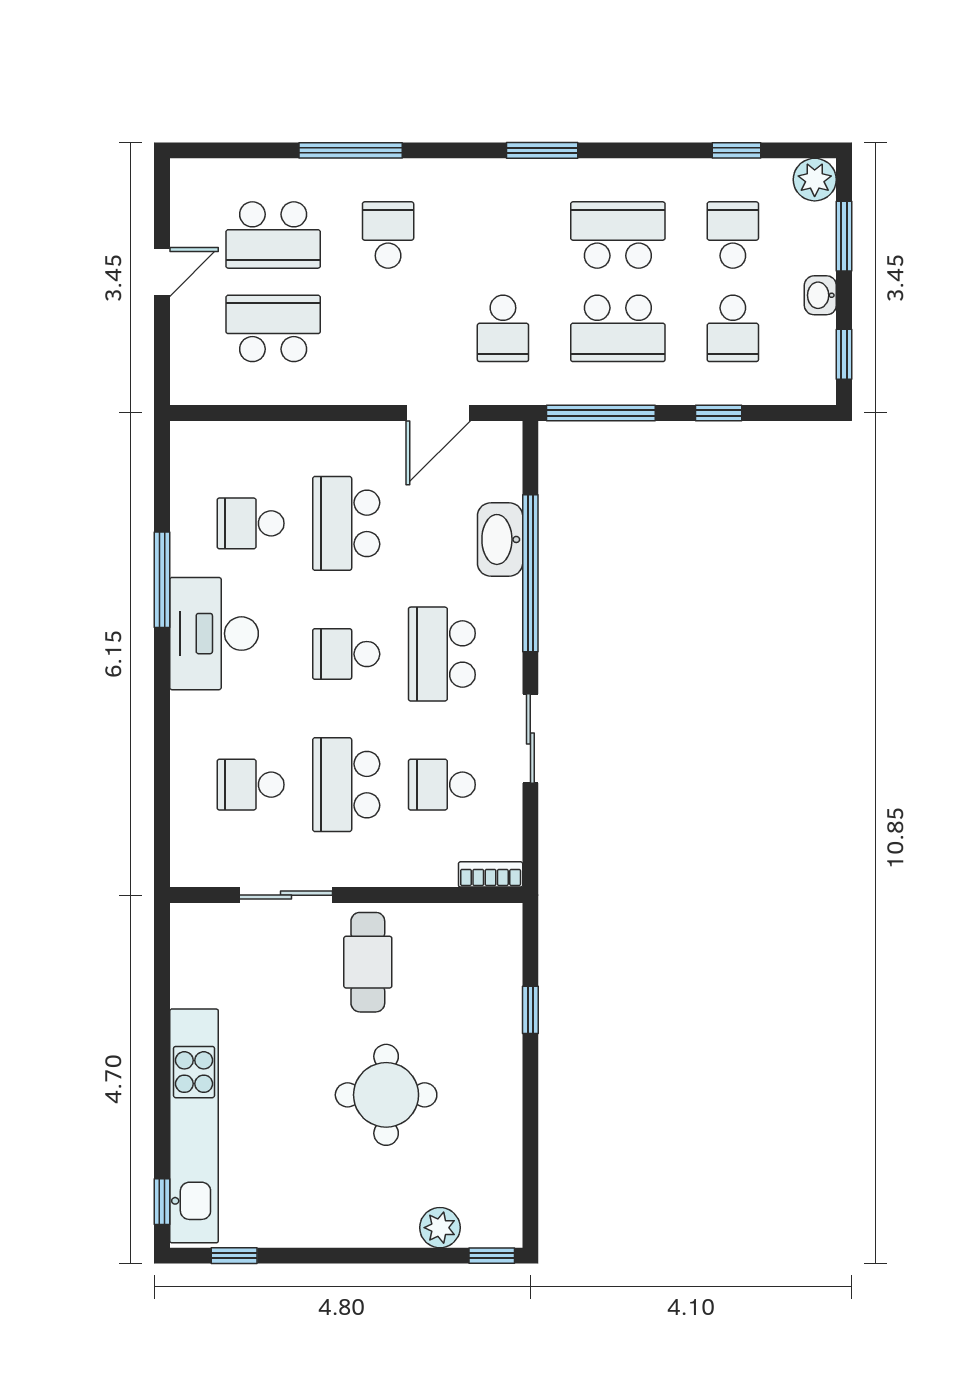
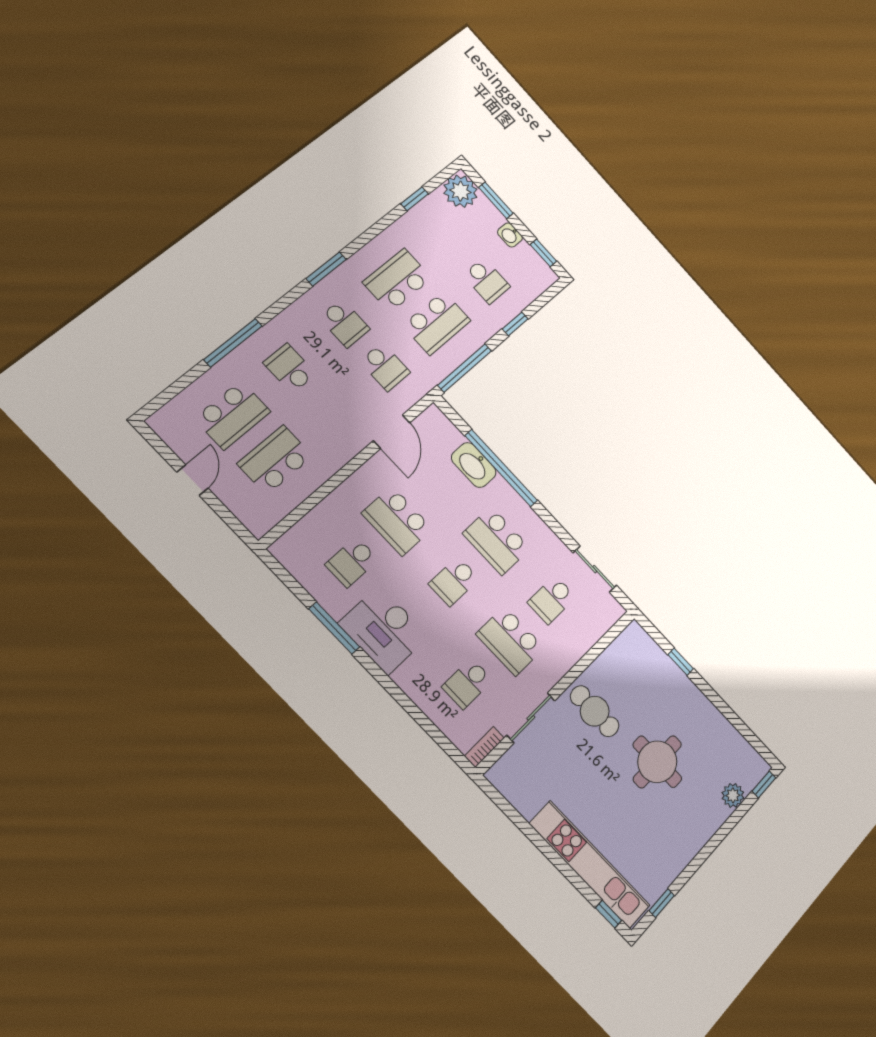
plant: (815, 180) -> (460, 191), width x1.36, depth x1.36
school desk: (733, 235) -> (344, 323), moved, turned 180
sliding door: (530, 739) -> (595, 569), moved
bookcase: (491, 874) -> (484, 747), moved

